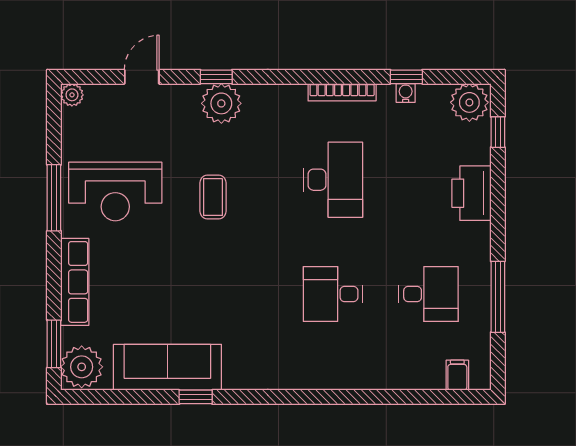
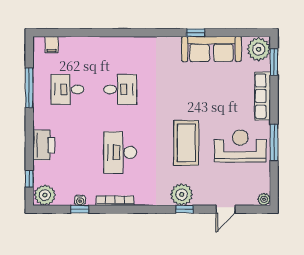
coffee table: (213, 197) -> (186, 143), width x1.86, depth x1.72

